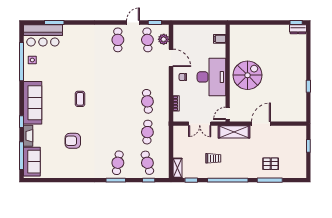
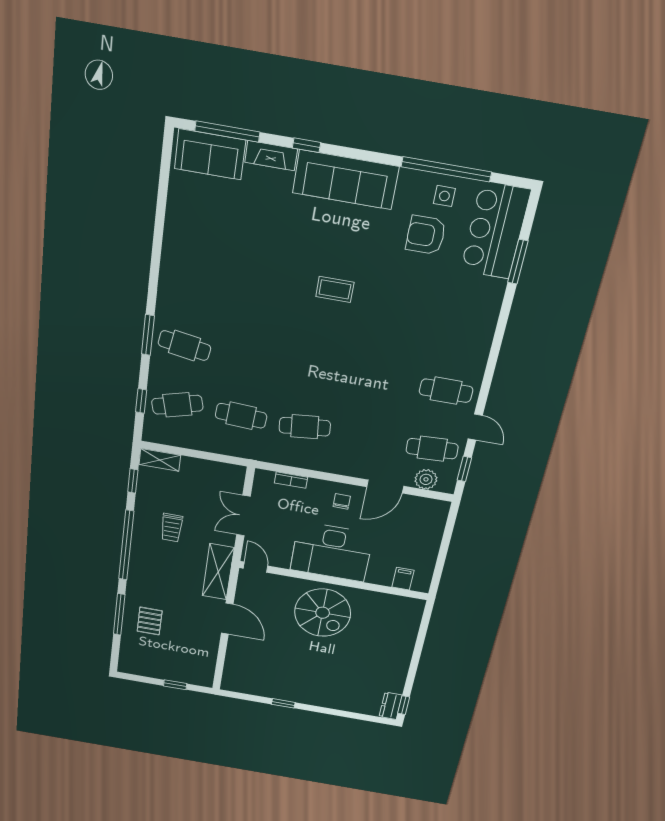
armchair: (73, 141) -> (426, 235), moved, turned -90

